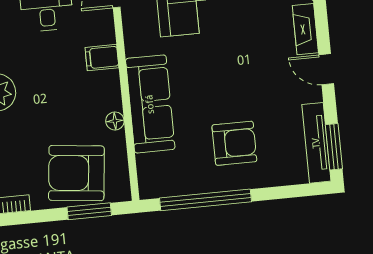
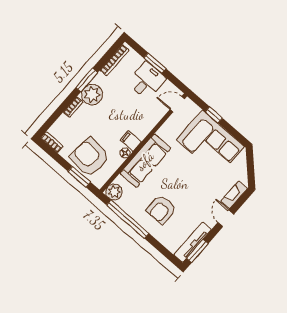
filing cabinet: (102, 58) -> (131, 141), moved
armchair: (234, 143) -> (161, 209), turned 90
plant: (152, 184) -> (114, 192), added

